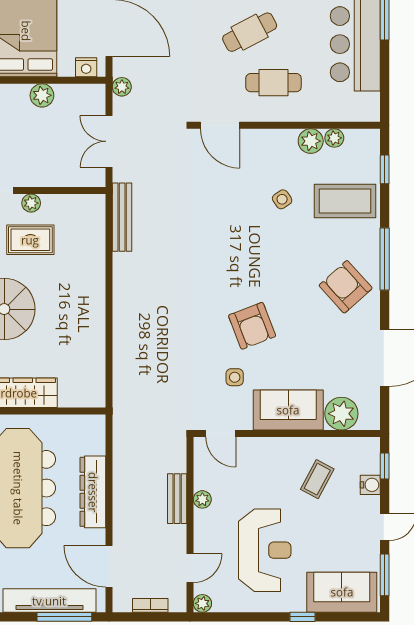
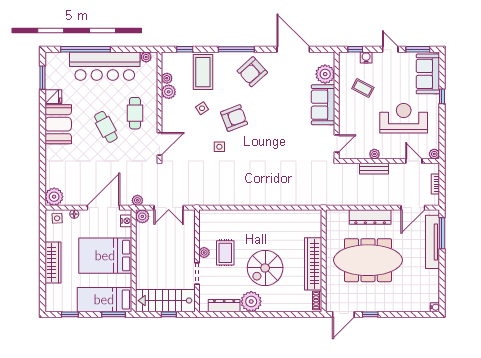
plant: (42, 95) -> (142, 216), moved
plant: (371, 102) -> (146, 57), added
bench: (122, 217) -> (212, 200), removed
armchair: (252, 326) -> (234, 118), moved
side table: (235, 377) -> (219, 147), moved

